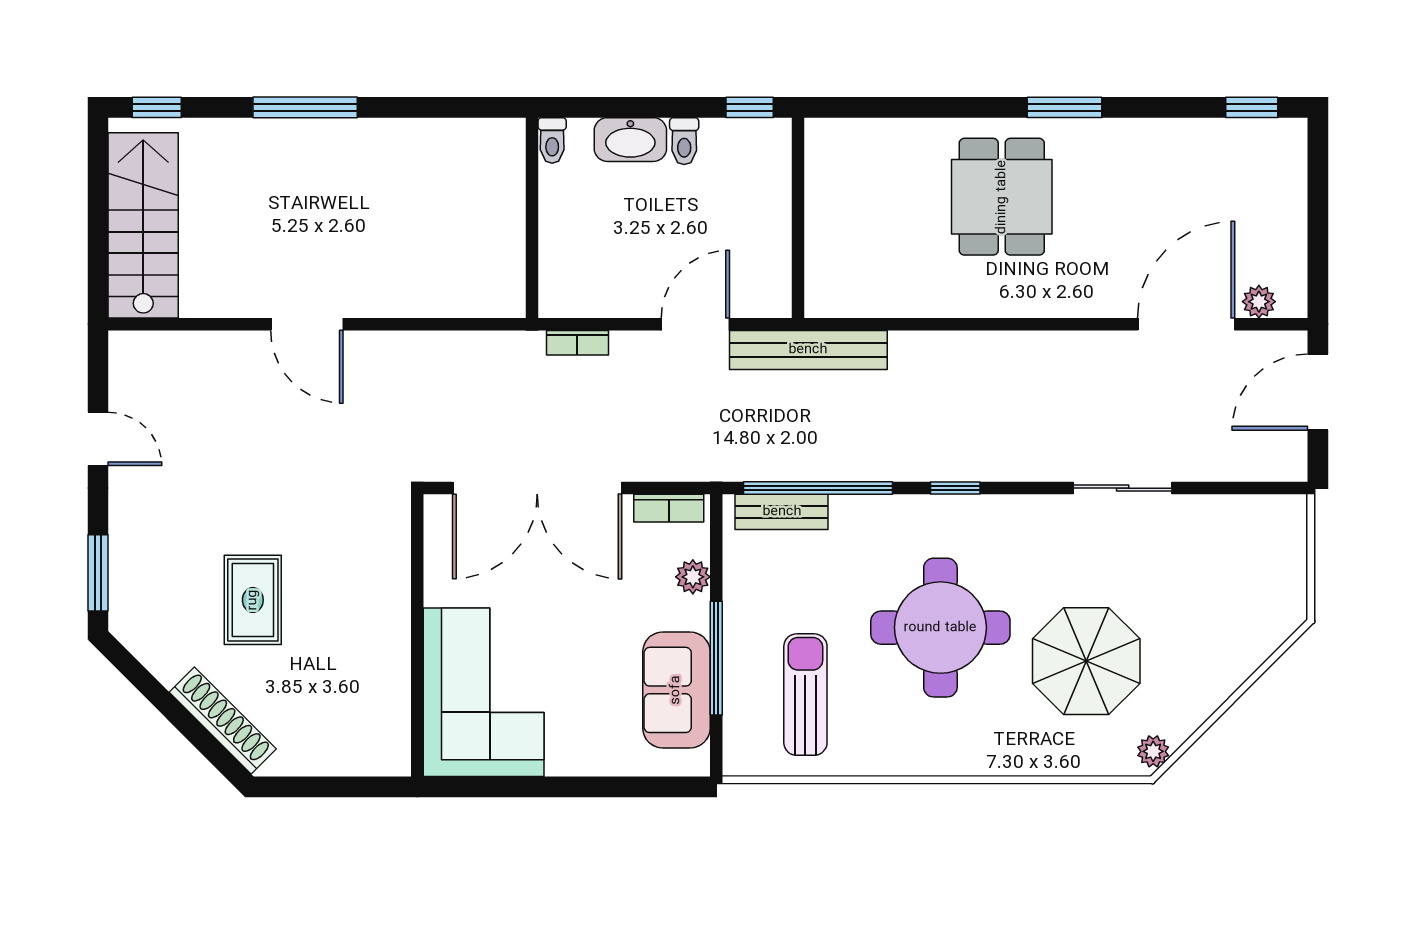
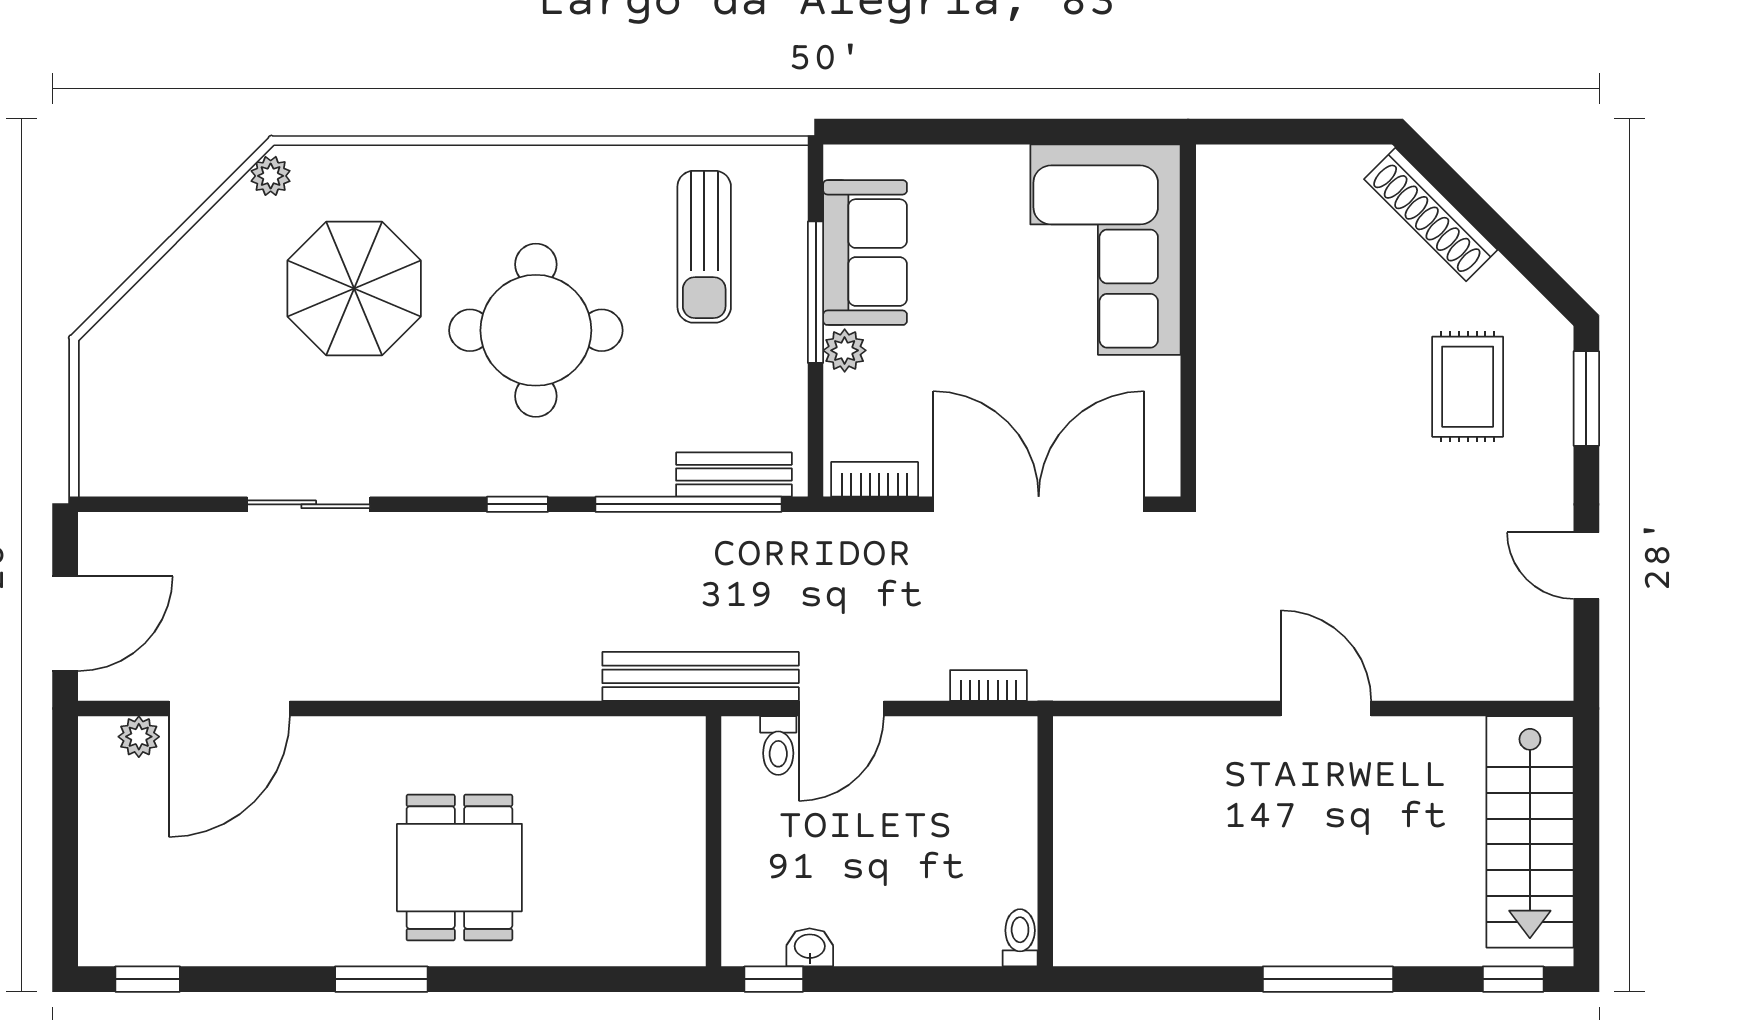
washbasin: (630, 140) -> (810, 947), moved, width x0.52, depth x0.69
toilet: (684, 141) -> (778, 746), moved, turned 180
plant: (693, 577) -> (845, 350), moved
rug: (253, 600) -> (1468, 387), moved

